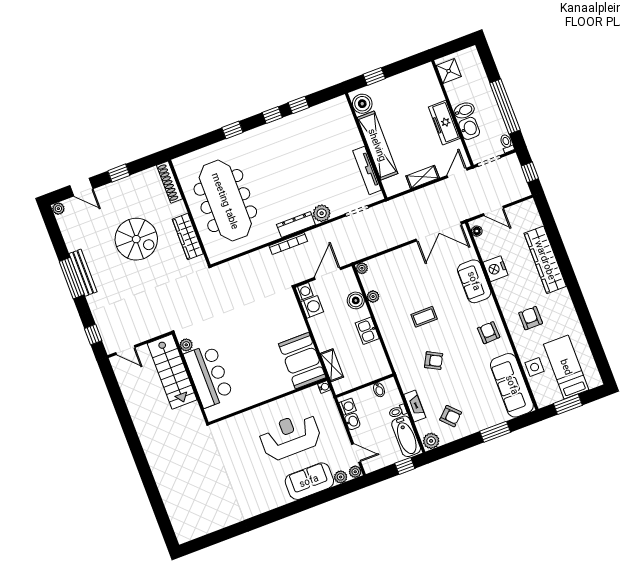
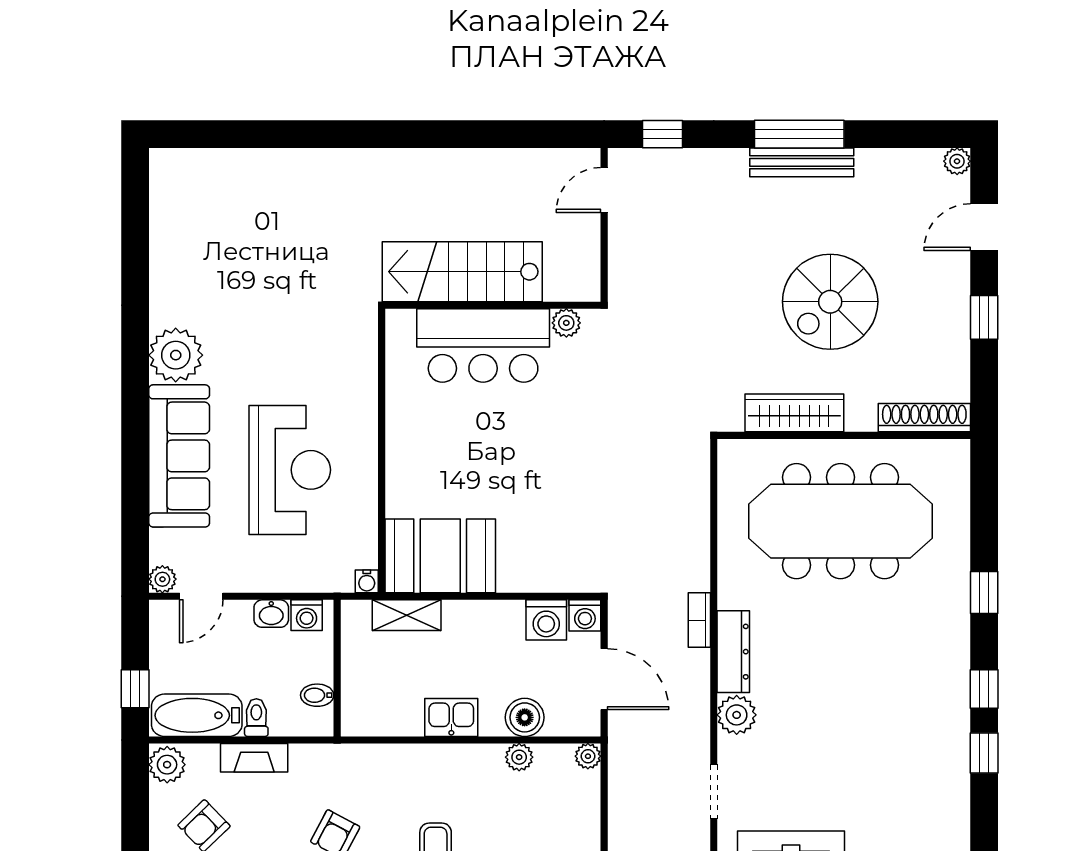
bookcase: (288, 243) -> (699, 620), width x0.64
stairs: (172, 372) -> (462, 272), moved
plant: (341, 477) -> (176, 355), moved, width x1.87, depth x1.87
sofa: (309, 481) -> (179, 456), width x1.36

